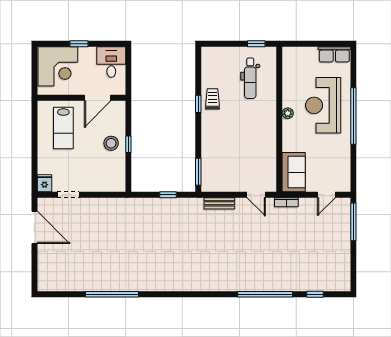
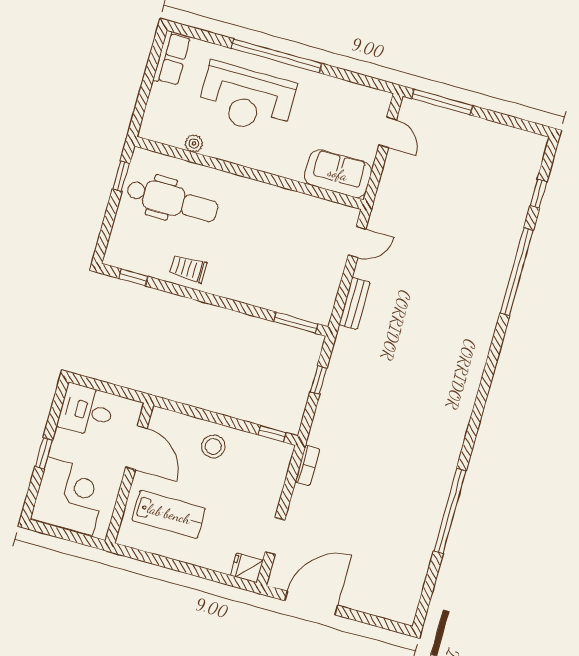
dental chair: (250, 78) -> (172, 200), width x1.36, depth x1.38
window: (198, 104) -> (133, 277), moved
plant: (288, 113) -> (194, 143), moved
window: (128, 144) -> (272, 434), moved
bookcase: (286, 202) -> (307, 465), moved

